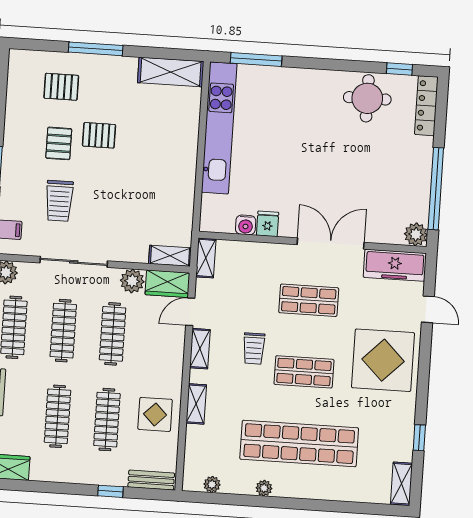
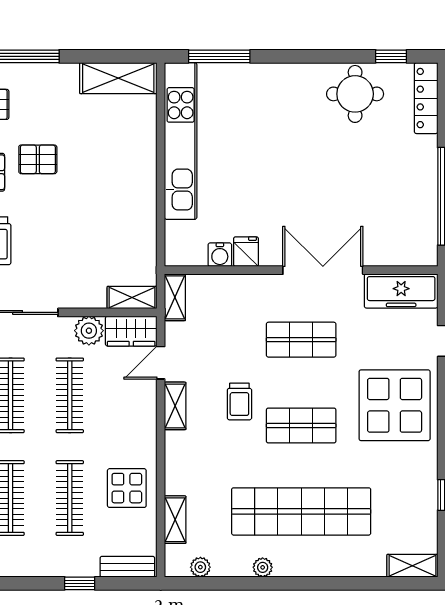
plant: (416, 234) -> (424, 252), removed
shelving: (196, 404) -> (175, 520), moved
shelving: (401, 484) -> (412, 566), moved, turned 90

